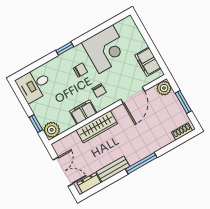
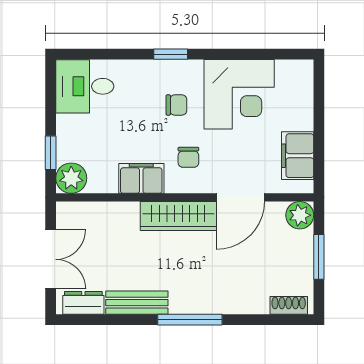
wardrobe: (97, 127) -> (178, 216), moved

